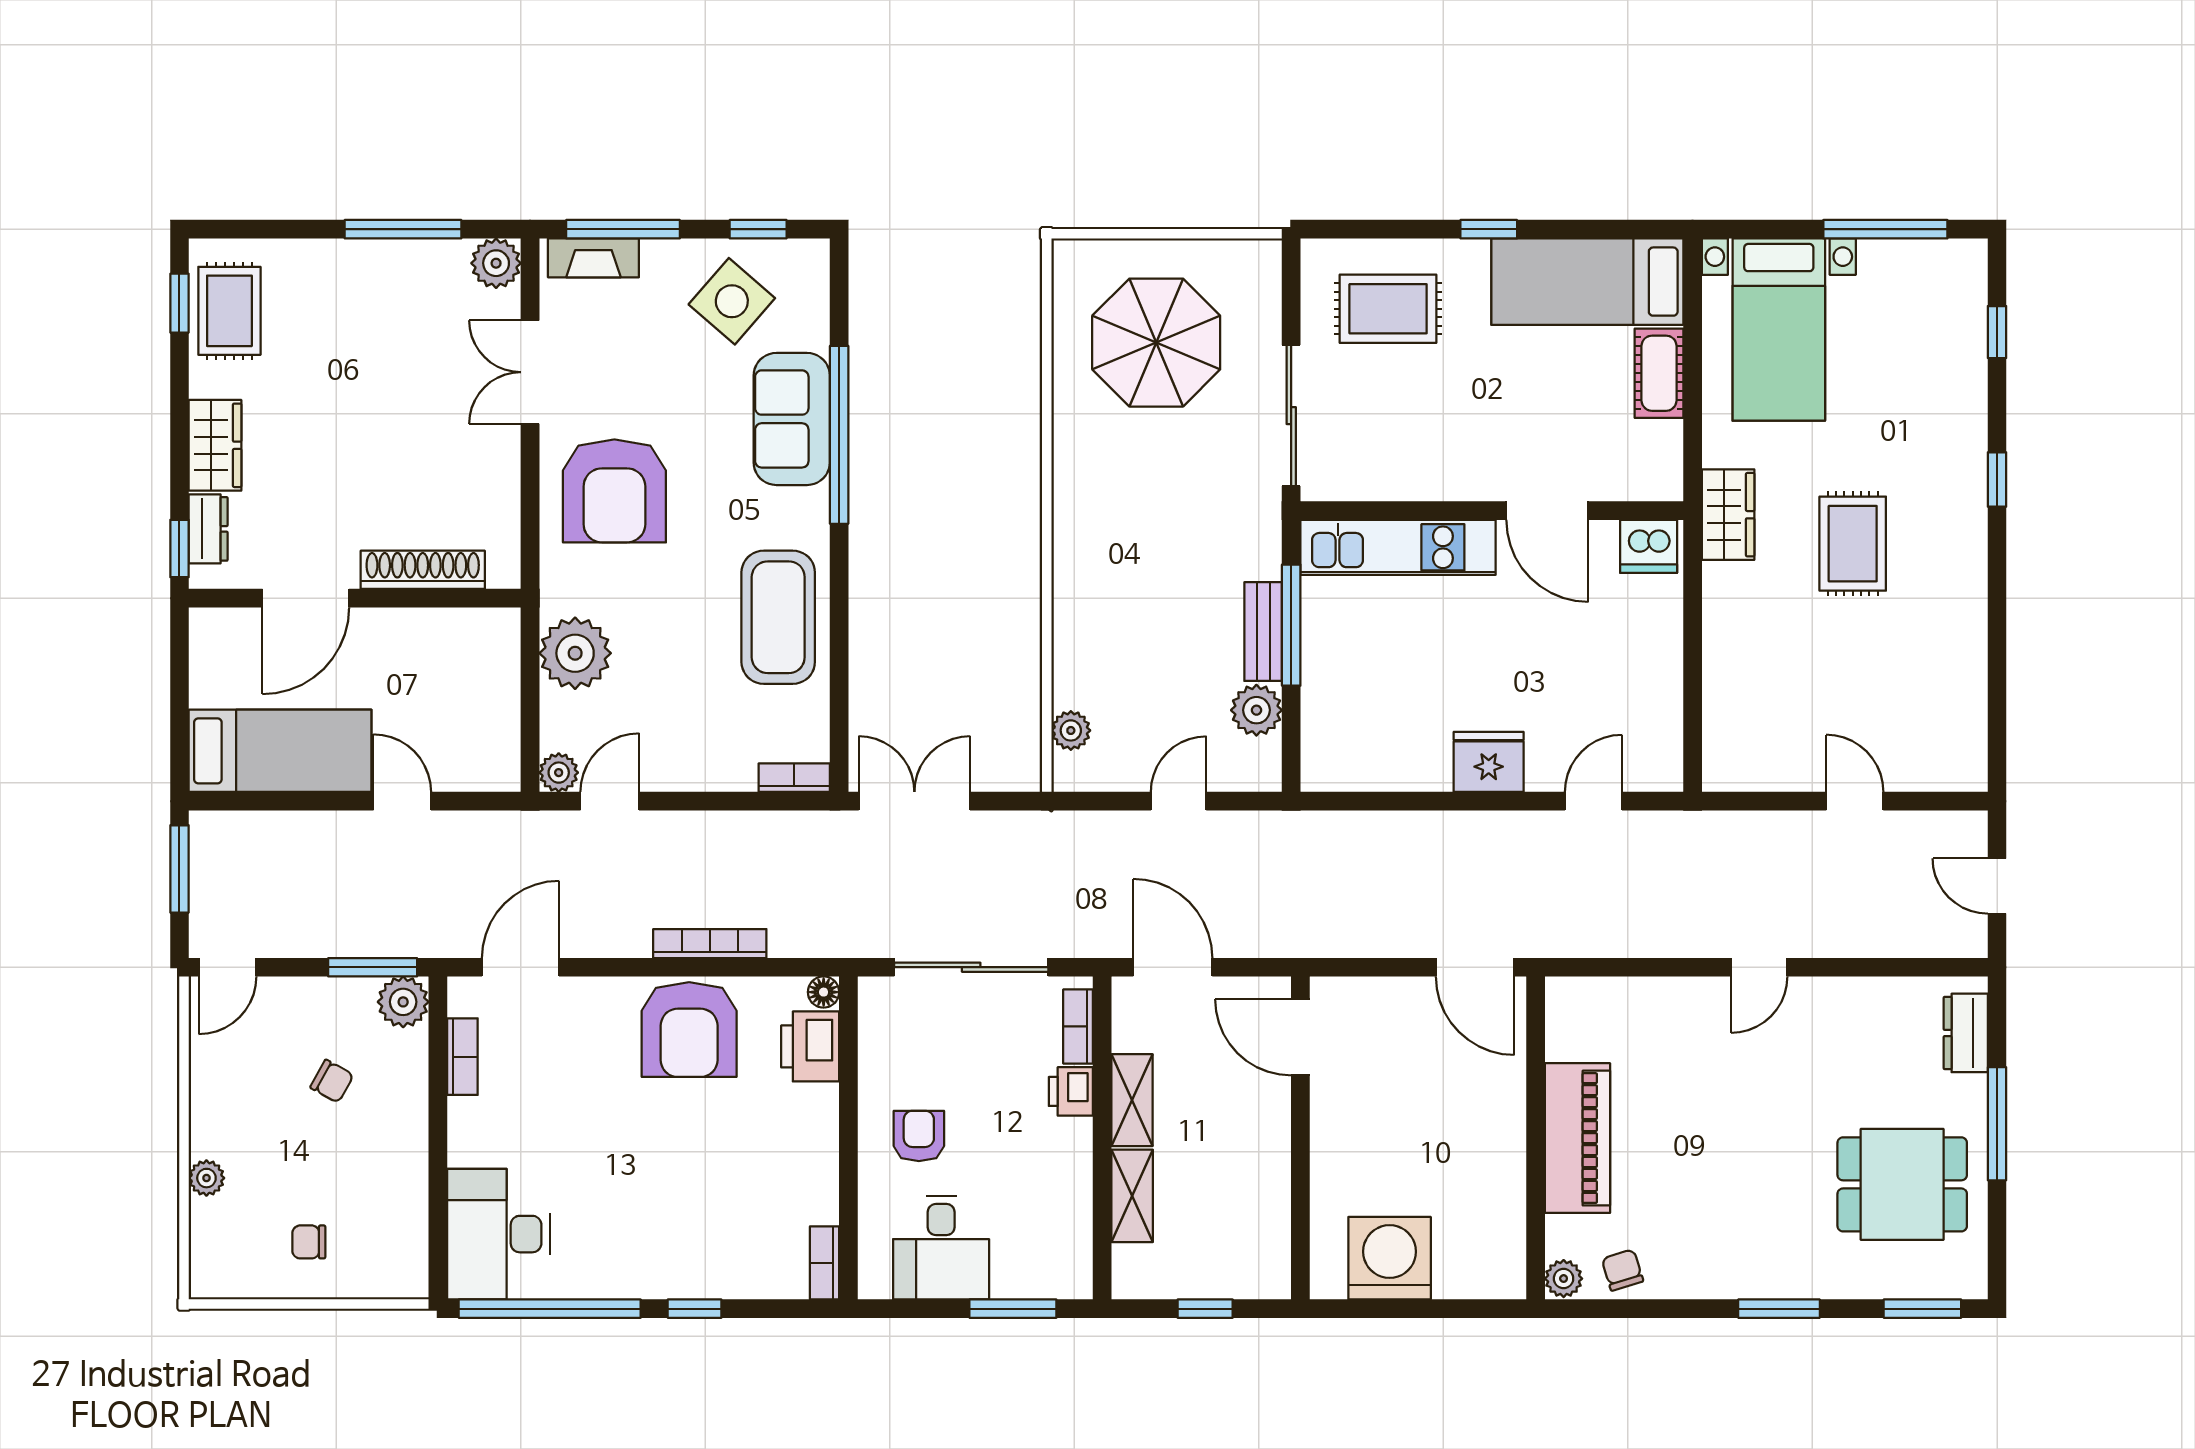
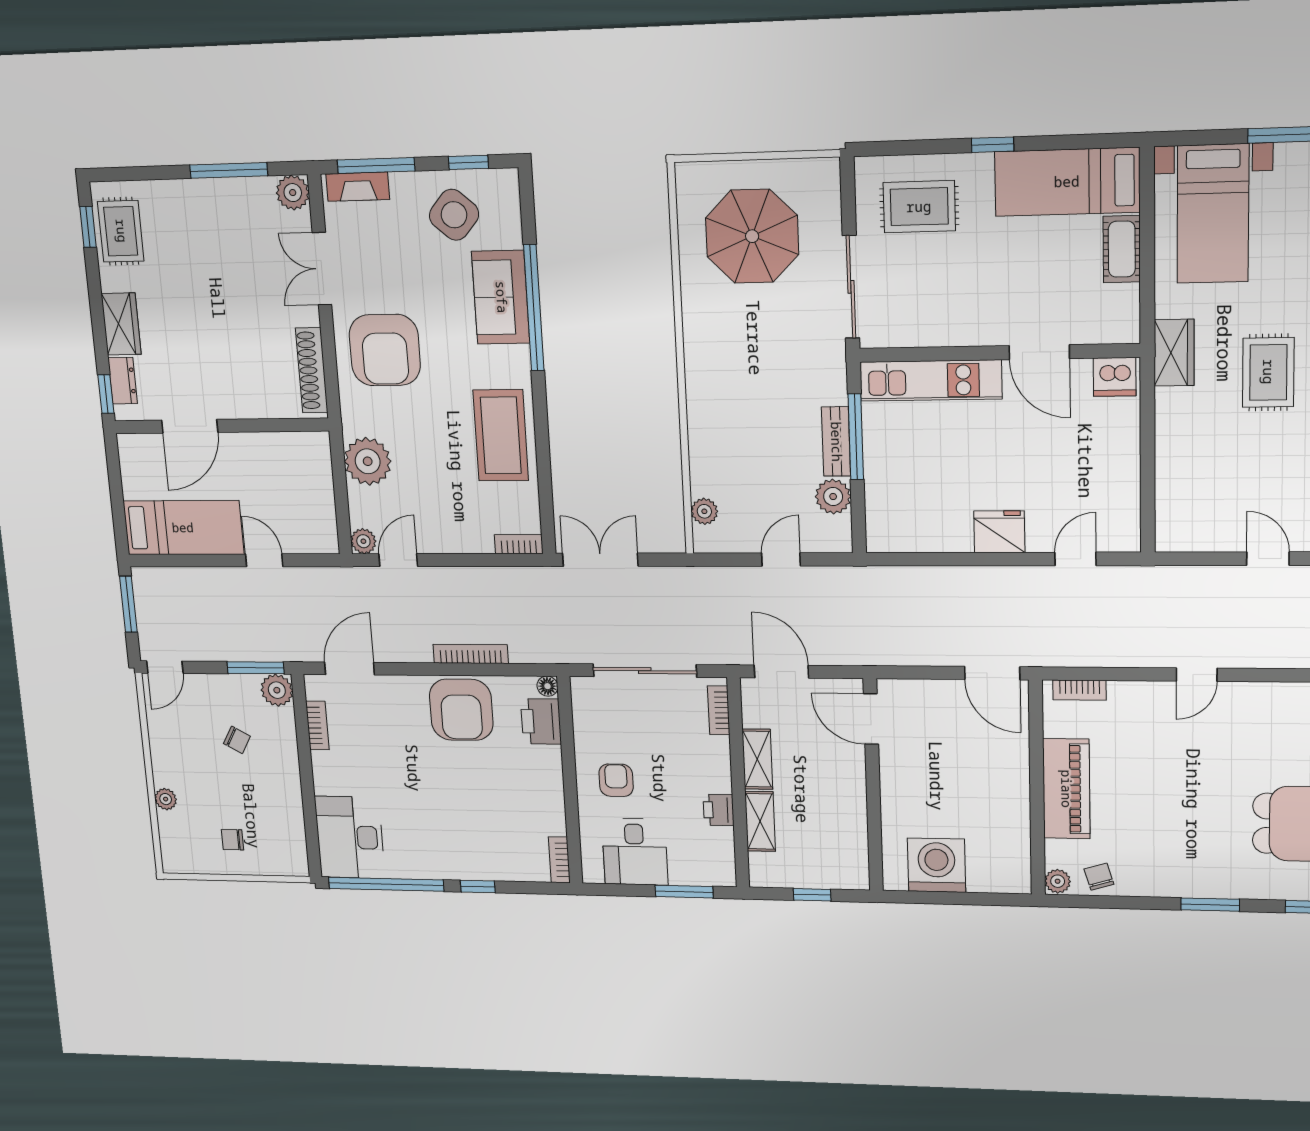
shoe rack: (423, 570) -> (312, 370), moved, turned -90
bookcase: (1597, 991) -> (1079, 690), added
printer: (1071, 1091) -> (719, 810), moved

